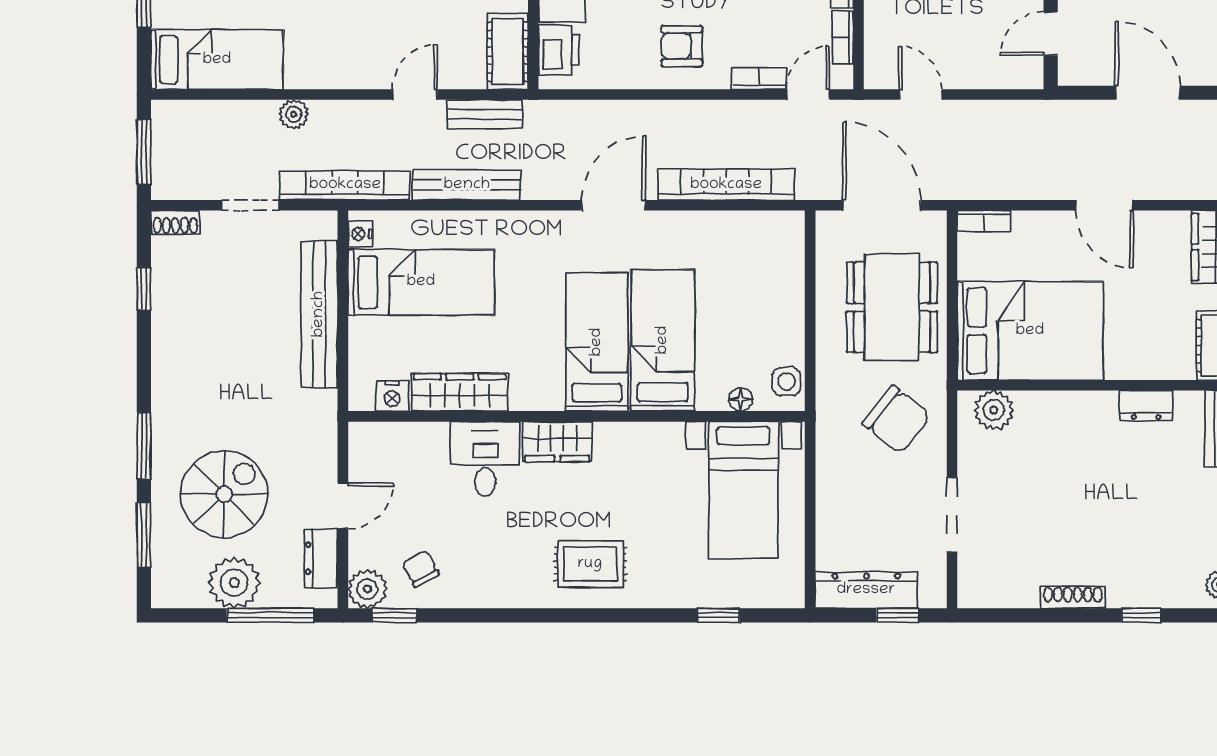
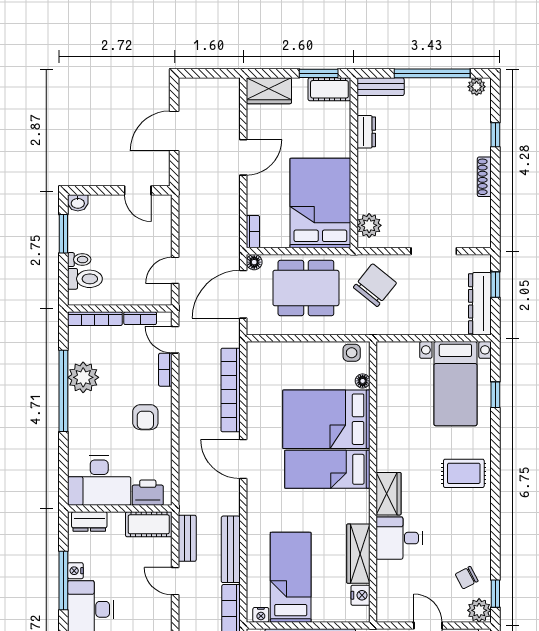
floor lamp: (934, 223) -> (254, 262), added
bed: (663, 340) -> (326, 419), width x1.50
bed with nightstands: (743, 490) -> (455, 384), moved, turned 90
rug: (590, 564) -> (464, 473), turned 90

